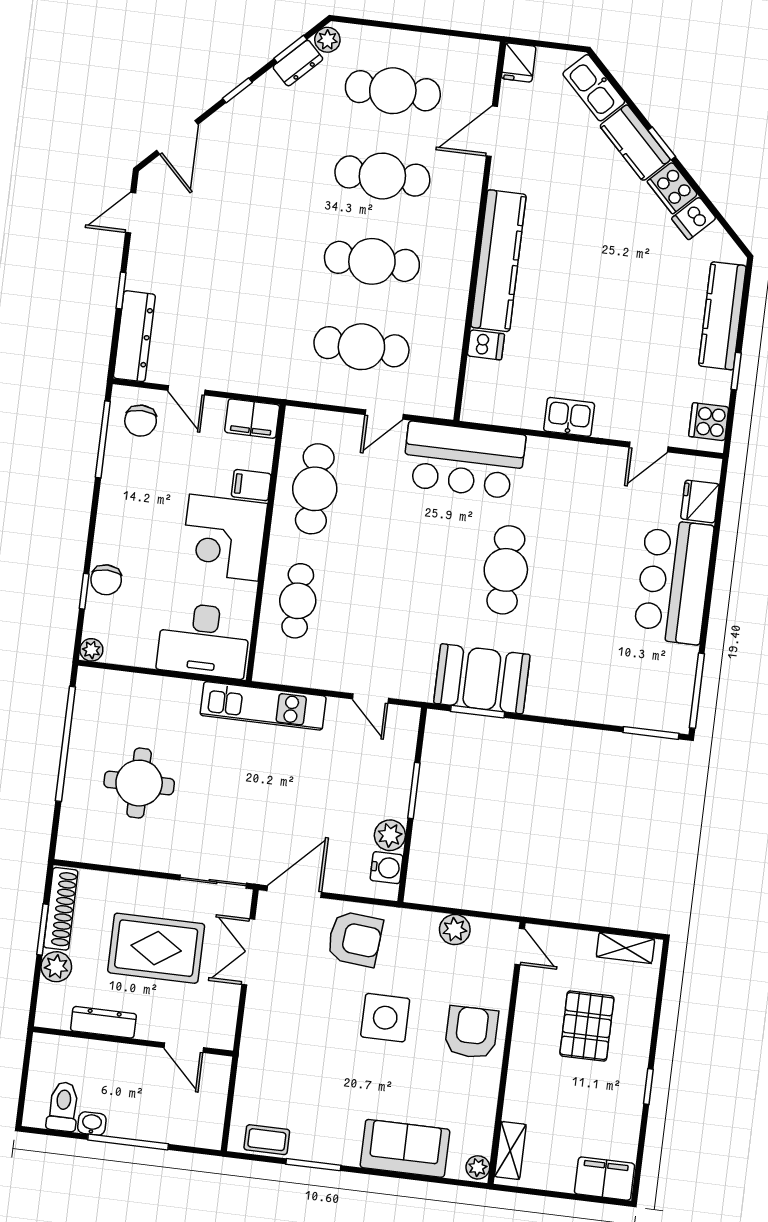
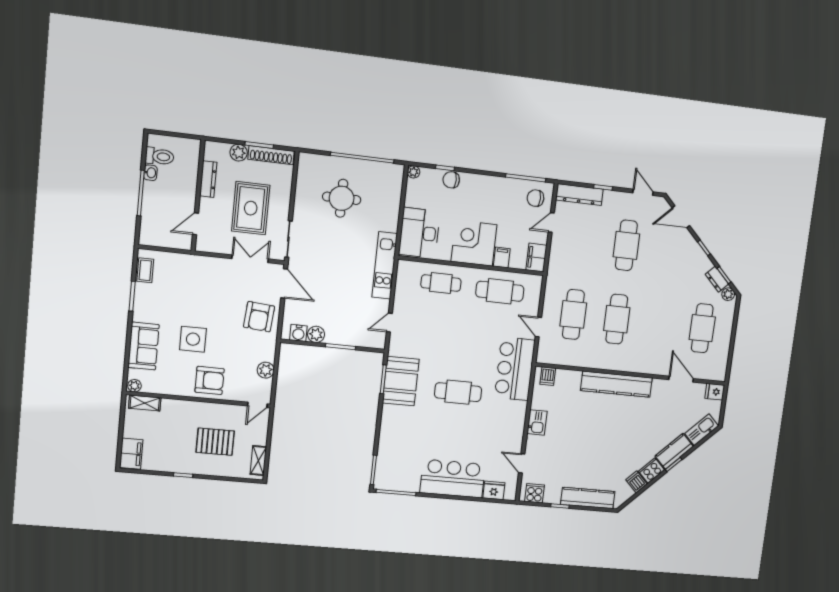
cafe table: (382, 176) -> (626, 245), moved
dishwasher: (486, 345) -> (548, 376), moved
side table: (385, 1018) -> (193, 339), moved

